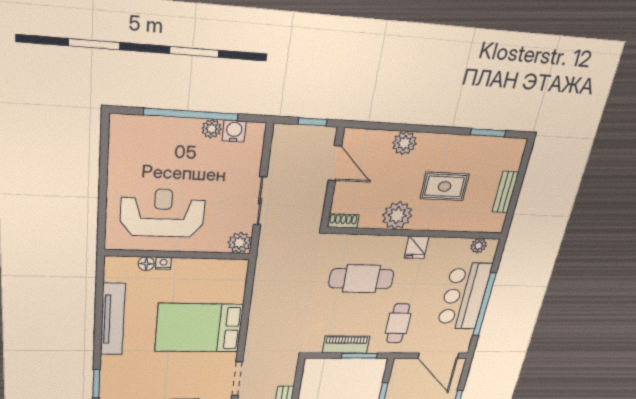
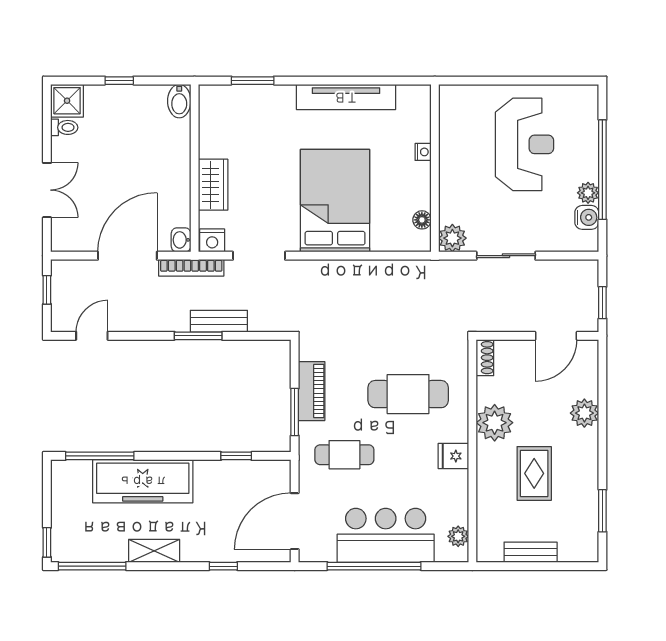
reception desk: (163, 213) -> (524, 144), moved
floor lamp: (146, 264) -> (422, 220), moved
cafe table: (361, 279) -> (408, 394), turned 90

